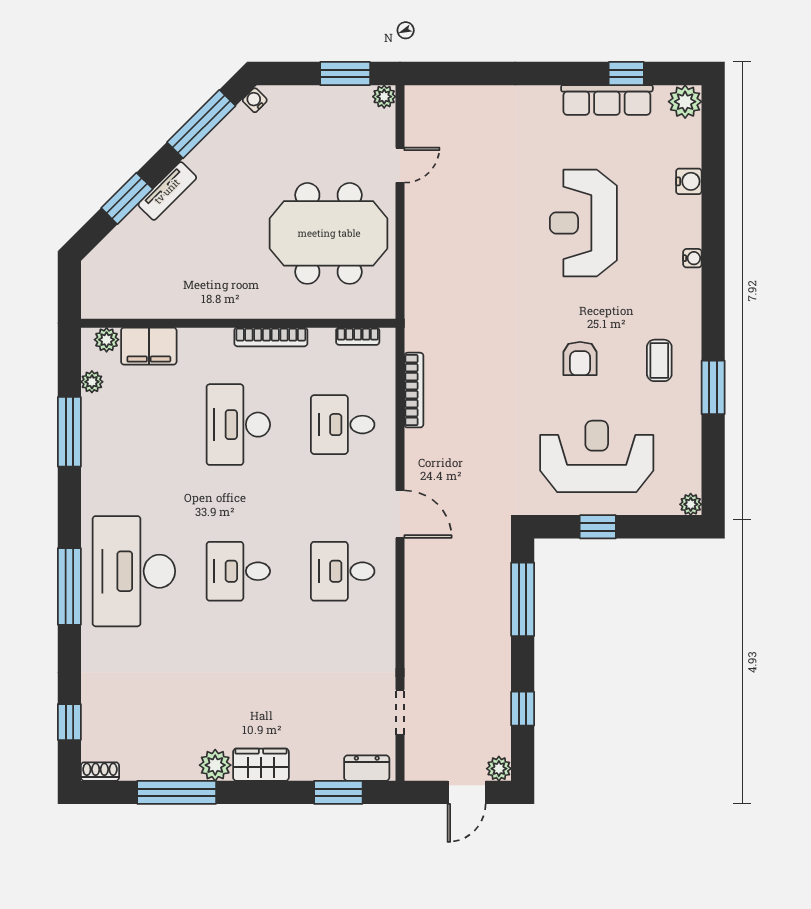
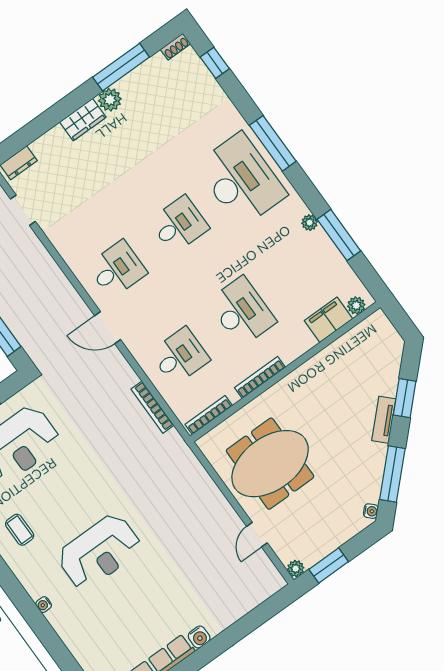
water cooler: (689, 181) -> (199, 637), moved, turned -90
reception desk: (583, 223) -> (99, 552), moved, turned 90
bookcase: (358, 336) -> (209, 415), width x1.56
armchair: (580, 358) -> (67, 497), removed
plant: (92, 382) -> (310, 223), moved
window: (338, 792) -> (25, 136), removed

